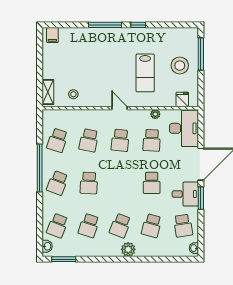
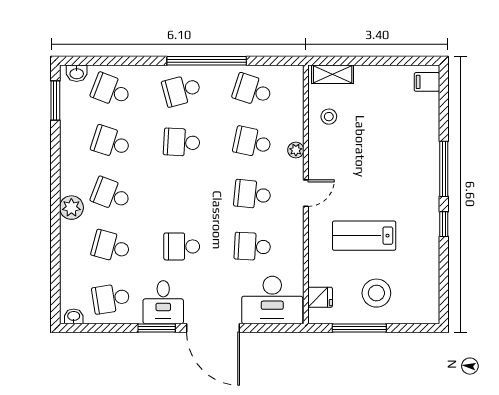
window: (201, 54) -> (359, 328), moved
plant: (155, 114) -> (296, 150), moved
school desk: (57, 183) -> (182, 90), turned -36

